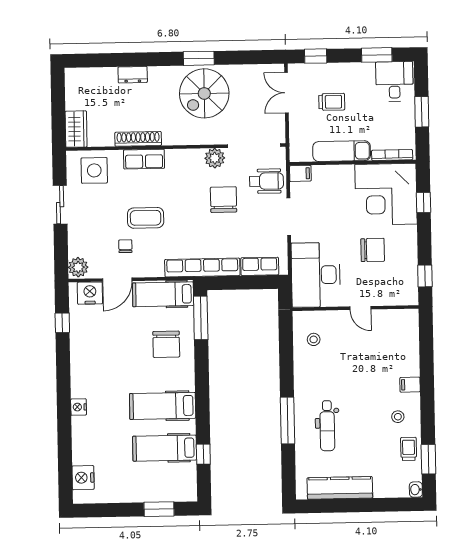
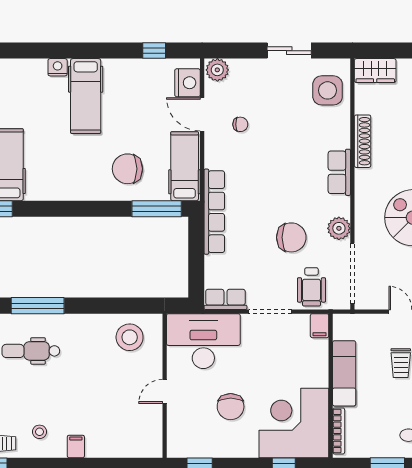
row of seats: (144, 159) -> (339, 172), moved
coffee table: (146, 218) -> (272, 148), removed
row of seats: (260, 266) -> (225, 299), moved, turned -90
stool: (314, 339) -> (130, 337), width x1.89, depth x1.89
hospital bed: (163, 406) -> (86, 96), moved, turned 180

